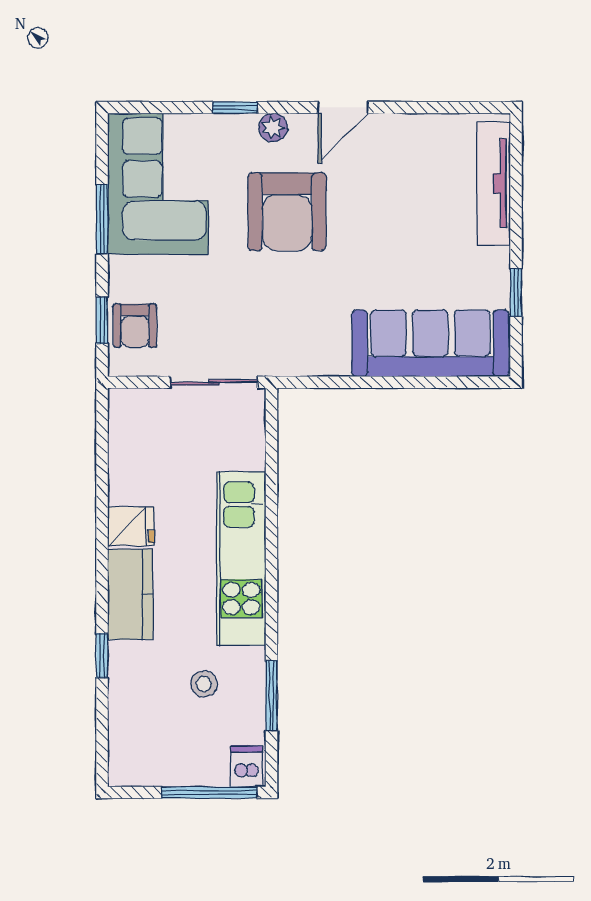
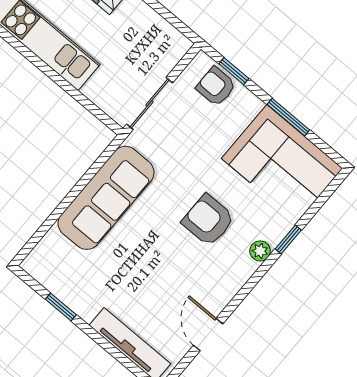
door: (343, 107) -> (208, 335), moved
armchair: (287, 212) -> (208, 220), width x0.73, depth x0.73
sofa: (430, 343) -> (106, 198), moved

